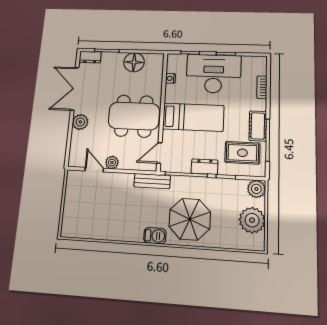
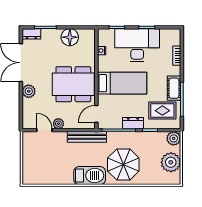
bench: (152, 181) -> (87, 137), width x1.36
barbecue: (155, 236) -> (90, 176), width x1.88, depth x1.53

